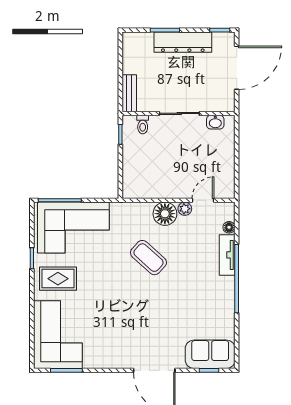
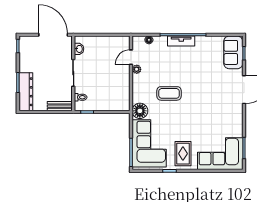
dresser: (183, 42) -> (26, 92), moved
door: (237, 68) -> (53, 35), moved
door: (203, 200) -> (131, 57), hinge flipped
floor lamp: (165, 214) -> (140, 111), moved
tv unit: (227, 255) -> (181, 41), moved
coffee table: (148, 258) -> (169, 93), turned 48

